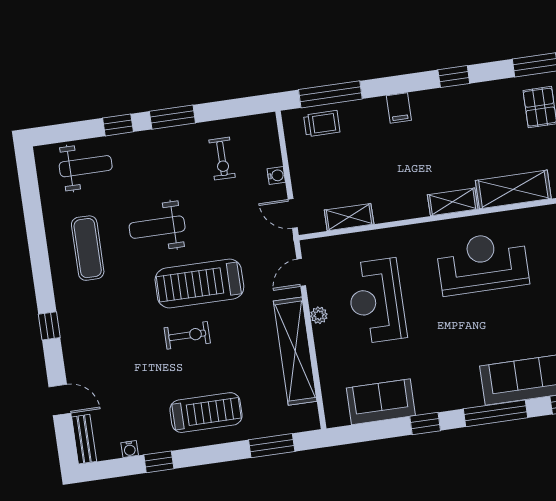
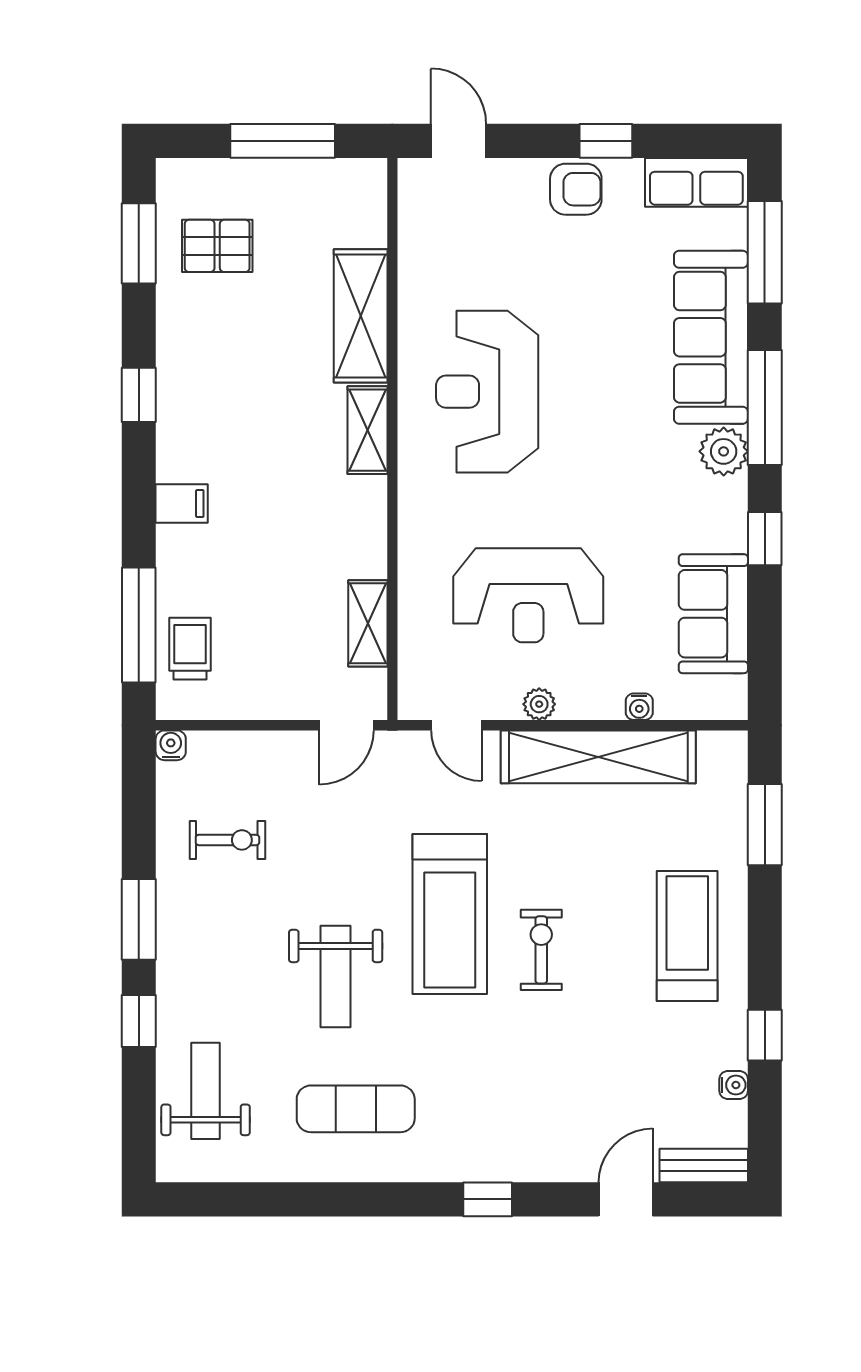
water cooler: (276, 175) -> (171, 745), moved
water cooler: (325, 369) -> (639, 707), added
plant: (469, 395) -> (724, 451), added

